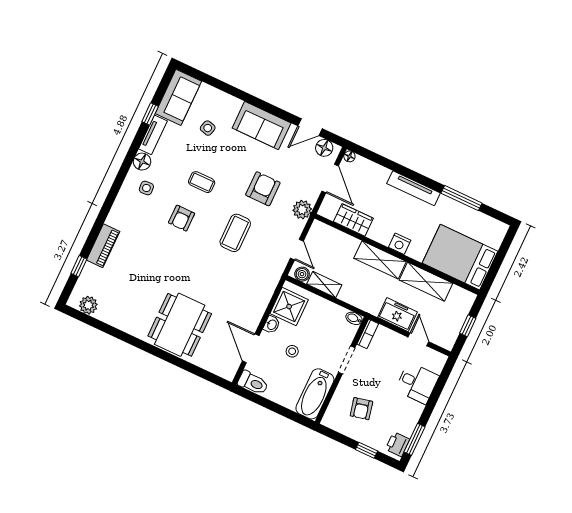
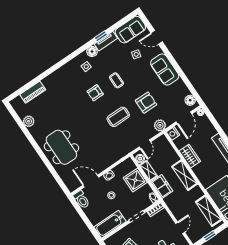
window: (150, 114) -> (101, 36), moved
door: (310, 127) -> (157, 37), moved
wardrobe: (353, 220) -> (190, 156), moved
nightstand: (400, 244) -> (173, 133), moved
piano: (103, 246) -> (33, 92), moved
window: (79, 266) -> (27, 86), removed
shelving: (426, 282) -> (209, 211), moved
plant: (88, 305) -> (29, 121), moved
shower: (289, 307) -> (135, 180), moved
freezer: (397, 315) -> (162, 186), moved
dining table: (180, 325) -> (61, 147), turned 90
door: (251, 348) -> (91, 181), hinge flipped

